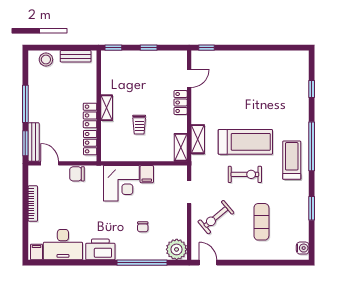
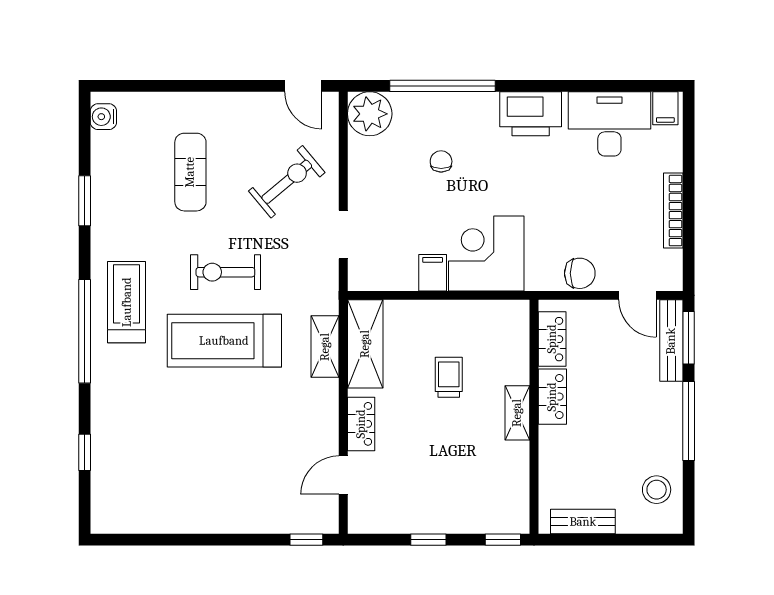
stool: (46, 59) -> (657, 490), moved
shelving: (181, 147) -> (365, 344), width x1.50, depth x1.33
treadmill: (292, 160) -> (127, 302), turned 180

